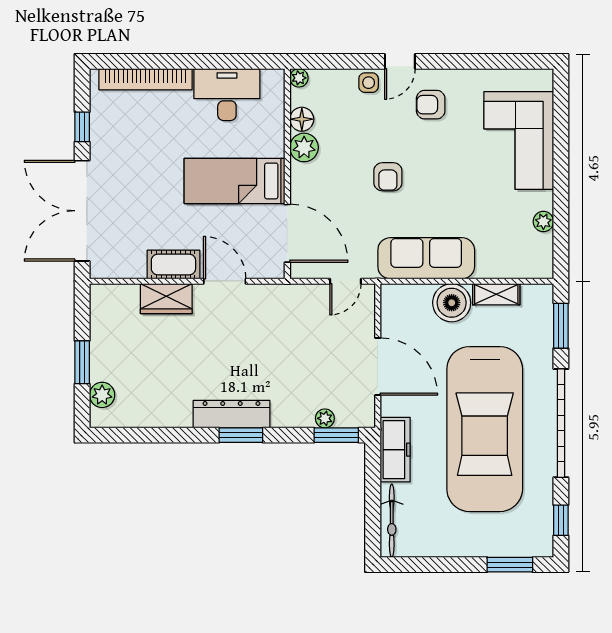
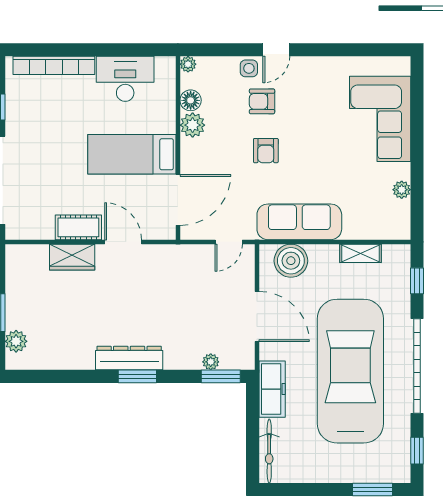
armchair: (431, 105) -> (262, 101), moved
door: (287, 233) -> (178, 200), hinge flipped
boiler: (452, 303) -> (291, 261), moved
window: (561, 326) -> (417, 281), width x0.67
car: (485, 429) -> (350, 371), turned 180

